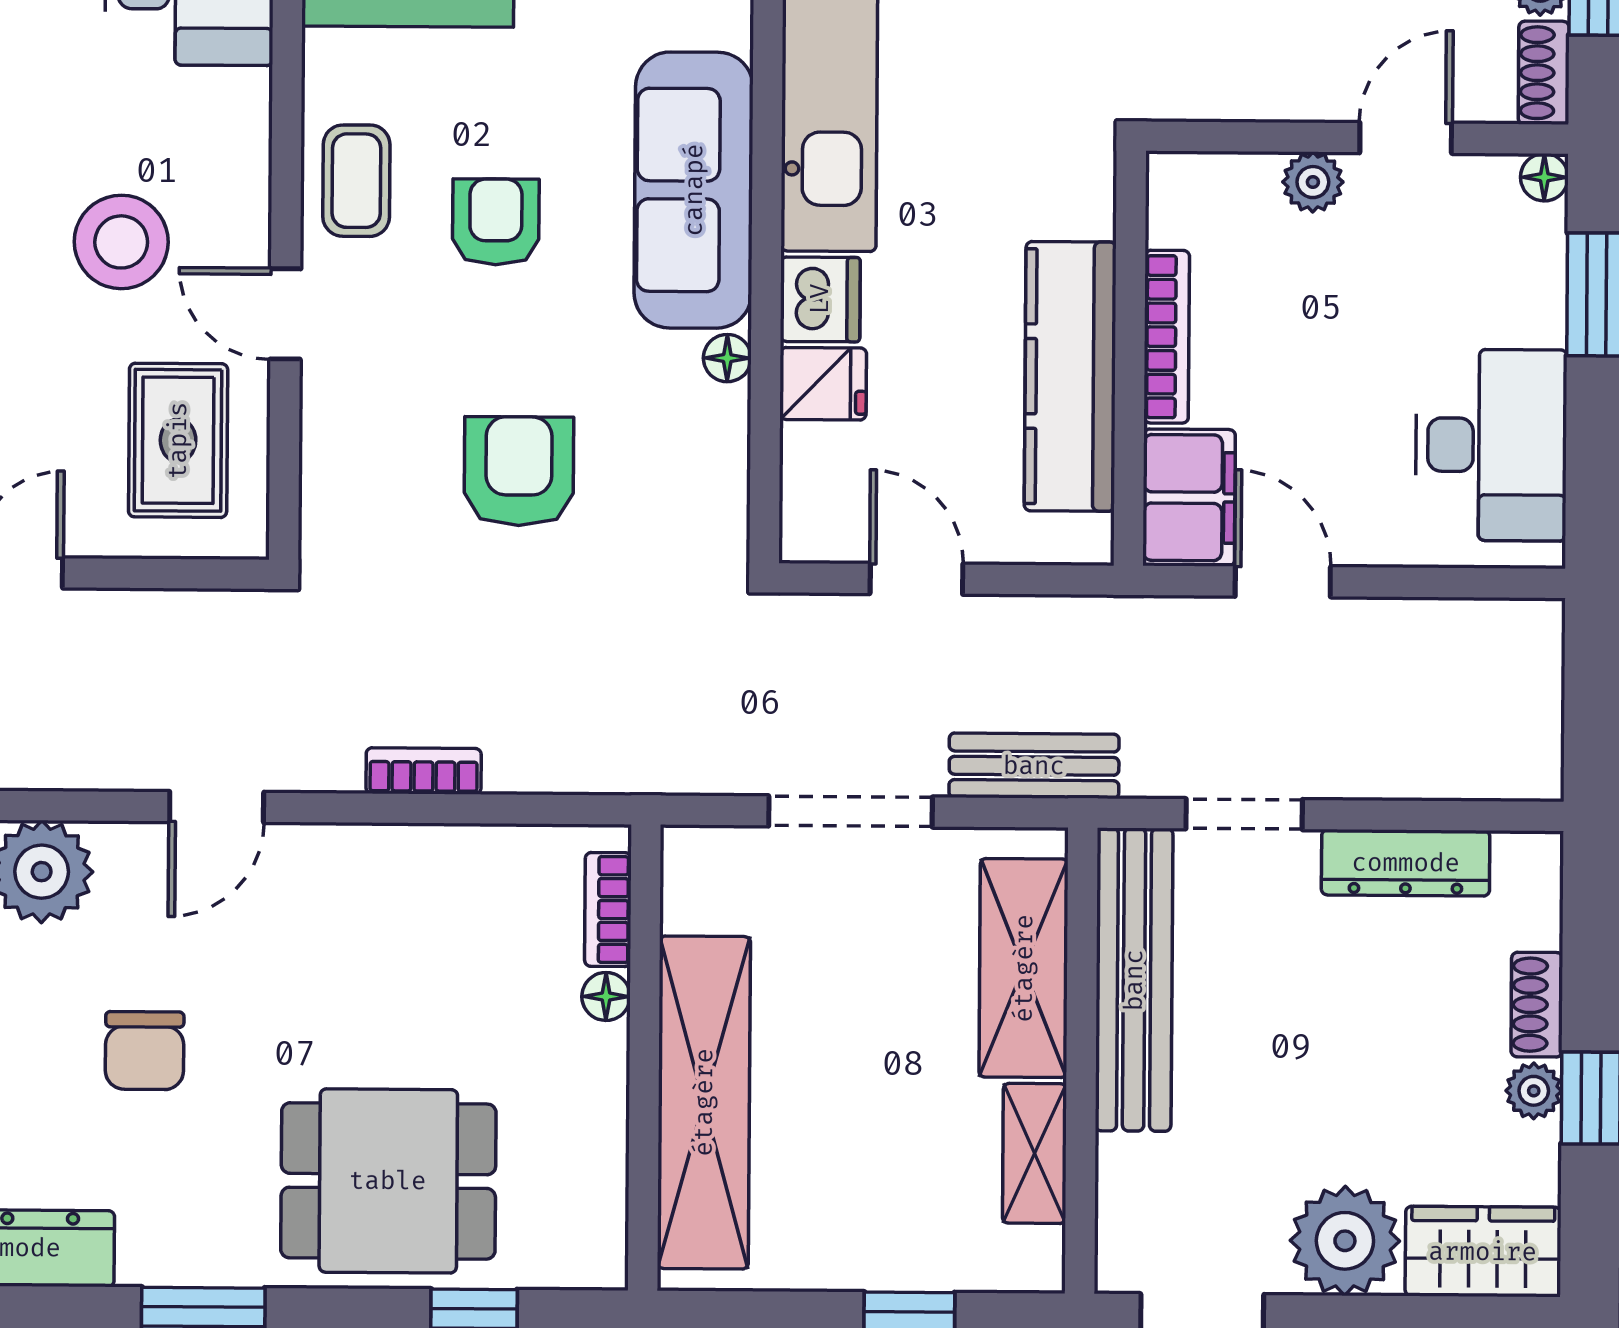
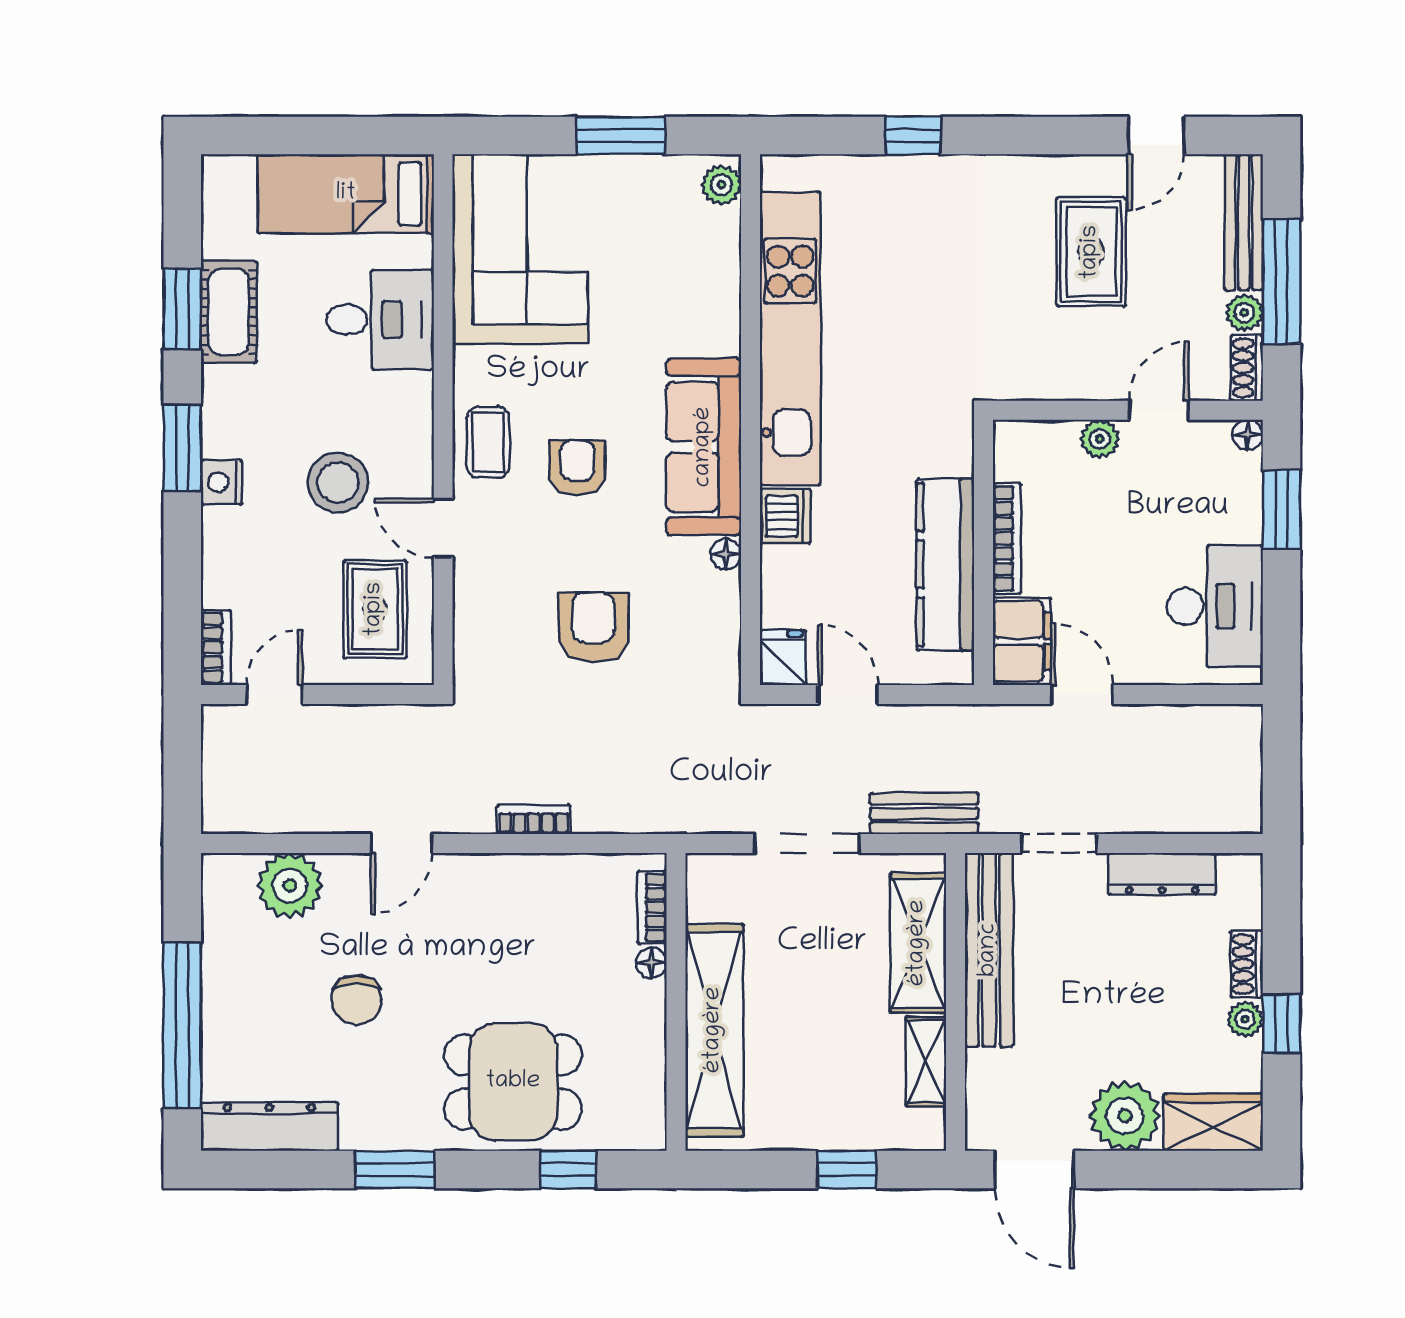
fridge: (823, 384) -> (783, 658), moved, turned -90

